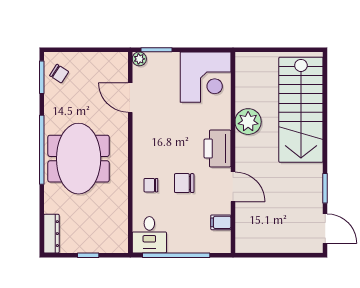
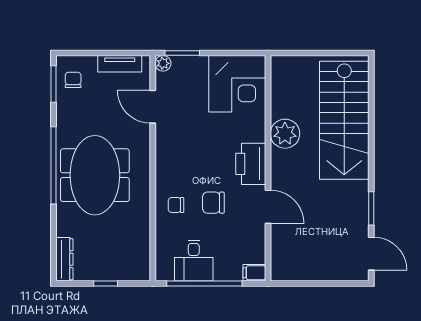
tv unit: (101, 59) -> (120, 64), added
chair: (59, 74) -> (73, 80), turned -123
filing cabinet: (221, 222) -> (254, 273), moved
desk: (149, 235) -> (194, 261), moved

